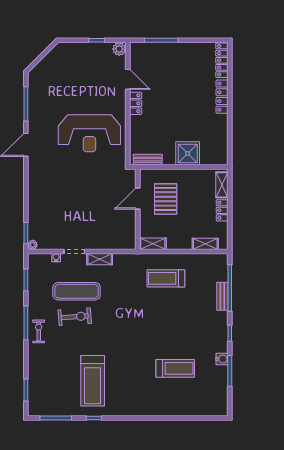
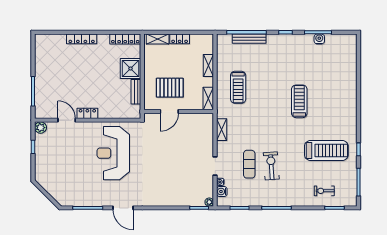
locker: (222, 60) -> (125, 39), moved
door: (128, 79) -> (67, 120), hinge flipped
reception desk: (89, 133) -> (113, 153), turned 180
bench: (148, 160) -> (136, 92), moved
door: (138, 198) -> (169, 112), hinge flipped
shelving: (205, 244) -> (208, 66), moved
water cooler: (45, 259) -> (222, 191), added
shelving: (100, 259) -> (222, 130), moved
exercise mat: (77, 291) -> (249, 164), width x0.73, depth x0.69
bench: (222, 296) -> (249, 39), width x1.36
exercise bike: (39, 331) -> (324, 191), moved
water cooler: (222, 359) -> (319, 39), moved
treadmill: (175, 368) -> (299, 101), moved

